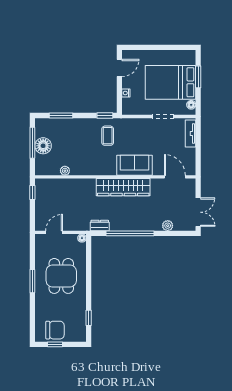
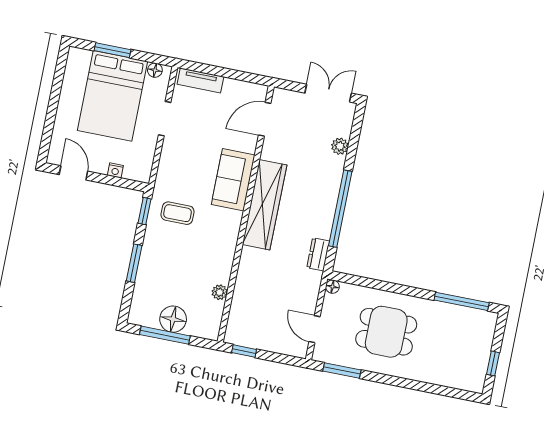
window: (61, 115) -> (134, 263), moved
window: (32, 281) -> (342, 371), moved
window: (89, 318) -> (462, 301), width x2.17
chair: (55, 330) -> (470, 359), removed

